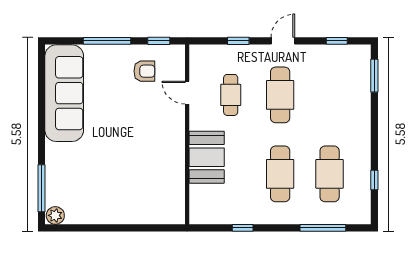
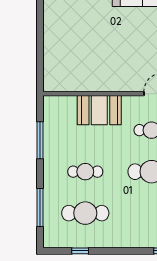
cafe table: (280, 174) -> (85, 172), width x0.73, depth x0.74
window: (243, 228) -> (40, 140), width x2.17

